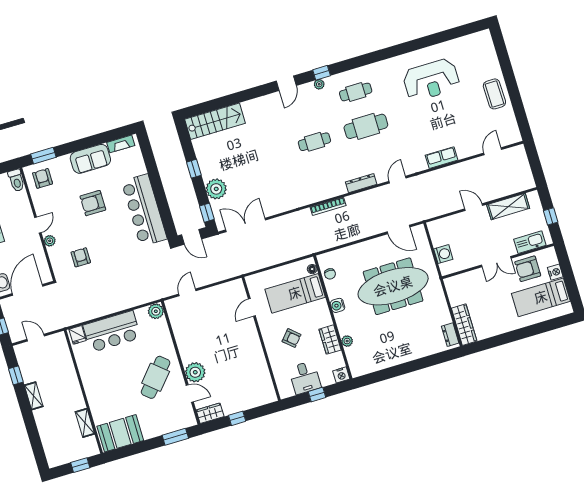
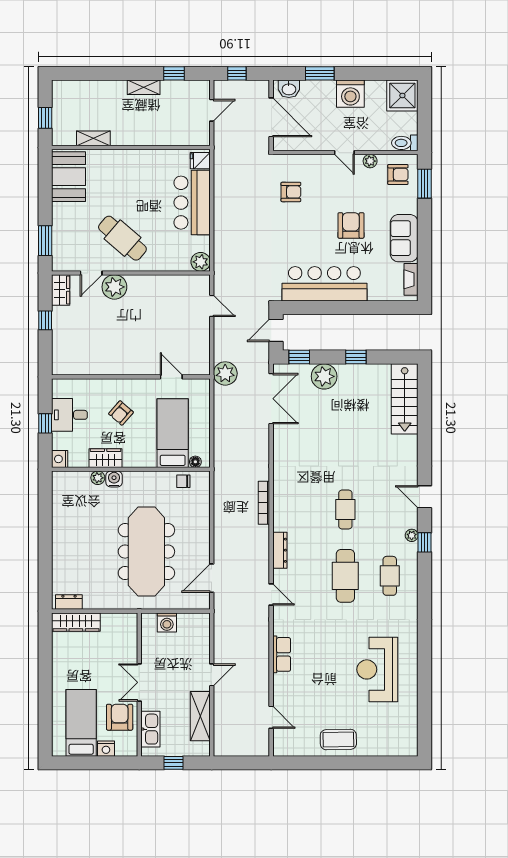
plant: (50, 241) -> (370, 161), moved
plant: (237, 266) -> (225, 373), added
water cooler: (337, 305) -> (114, 479), moved

